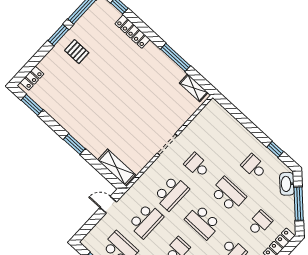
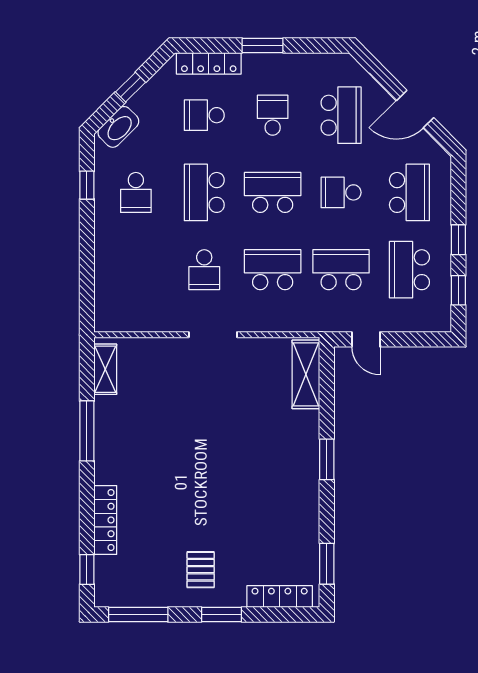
window: (58, 35) -> (222, 614), moved
locker: (32, 78) -> (280, 597), width x1.53
window: (299, 204) -> (130, 87), width x0.46
school desk: (203, 222) -> (273, 192), turned -90

